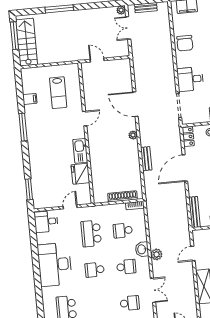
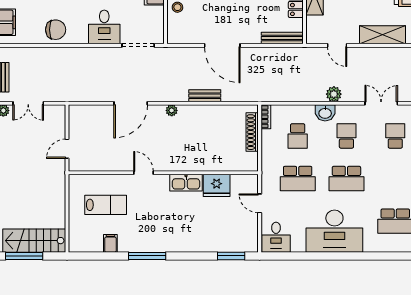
locker: (188, 137) -> (181, 37), removed
school desk: (95, 270) -> (346, 179), width x1.85

